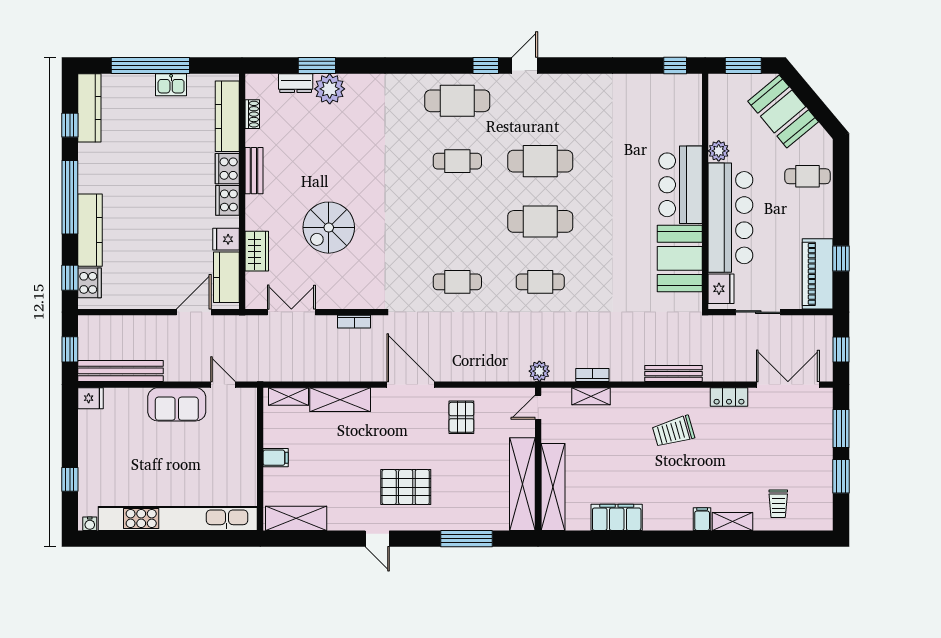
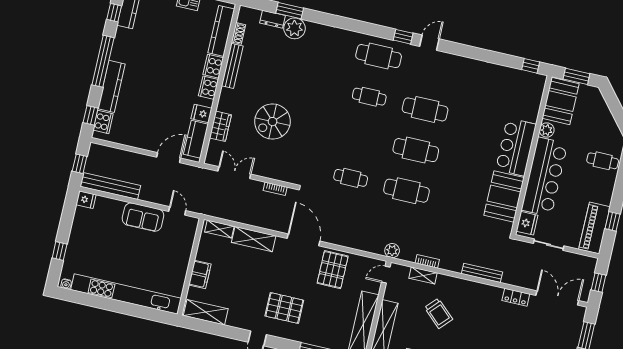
booth: (783, 111) -> (561, 101), moved, turned 40
bench: (254, 171) -> (232, 66), width x1.36
cafe table: (540, 282) -> (406, 191), width x1.37, depth x1.35
pallet: (461, 417) -> (333, 270), width x1.50, depth x1.42
trolley: (673, 431) -> (438, 313), moved, turned -121
filing cabinet: (276, 458) -> (200, 274), width x2.00

